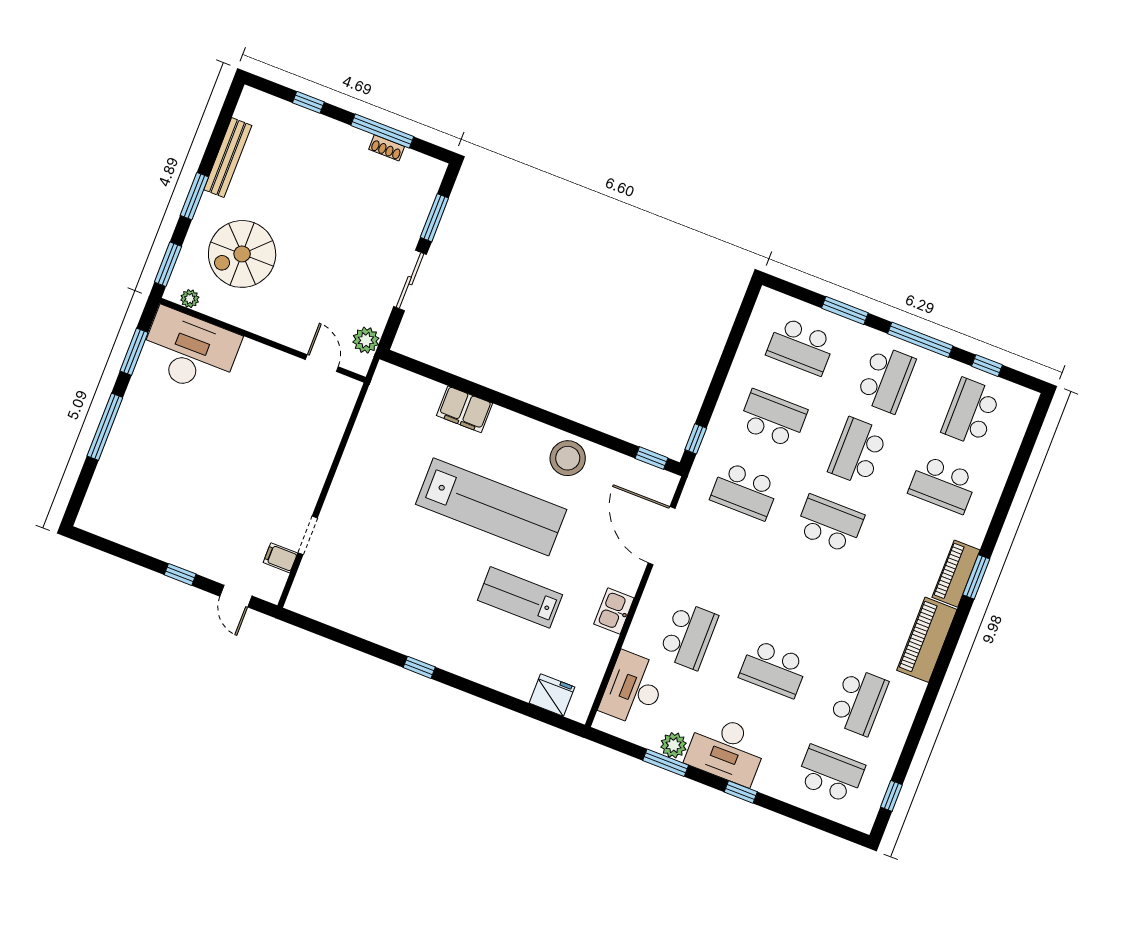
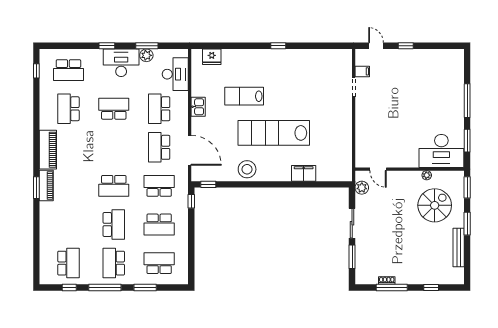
plant: (190, 299) -> (427, 175), moved
school desk: (943, 484) -> (159, 147), moved, turned -90
lab bench: (520, 597) -> (244, 96), turned 180

